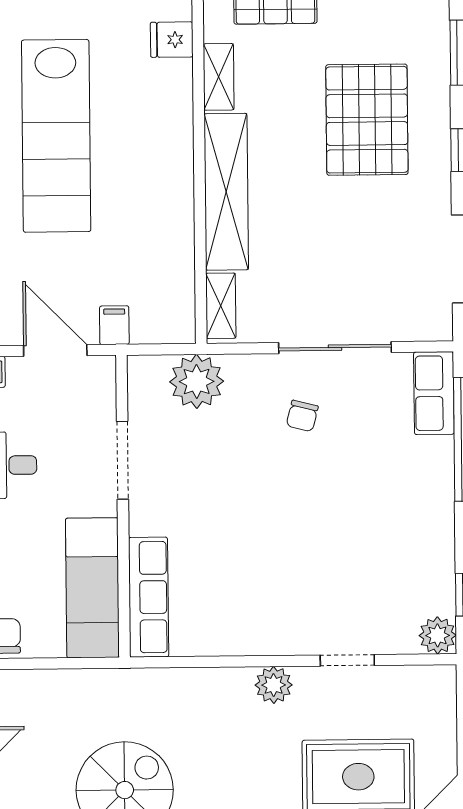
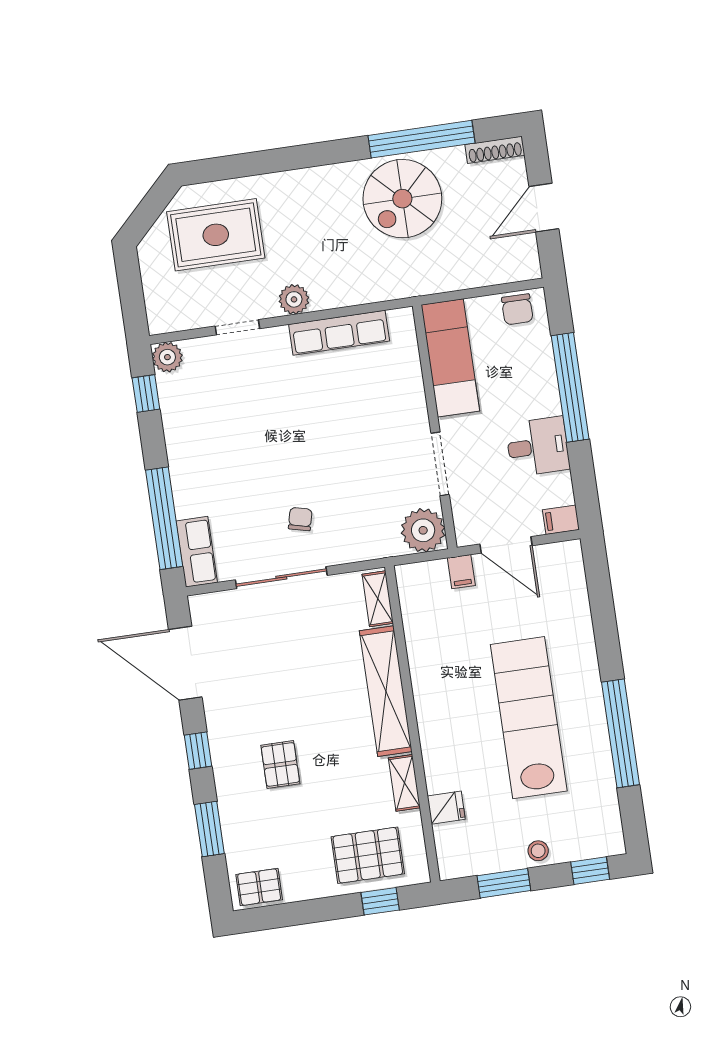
pallet: (367, 120) -> (280, 764), width x0.49, depth x0.50
plant: (197, 381) -> (423, 530), moved
row of seats: (149, 597) -> (339, 333), moved, turned -90

